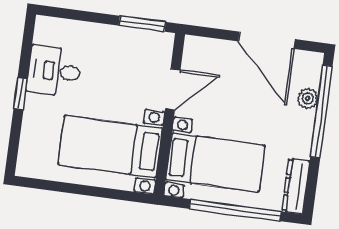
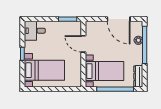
desk: (54, 71) -> (35, 31), moved
door: (173, 89) -> (83, 44), swing flipped
bed with nightstands: (110, 146) -> (44, 70), moved, turned 180

